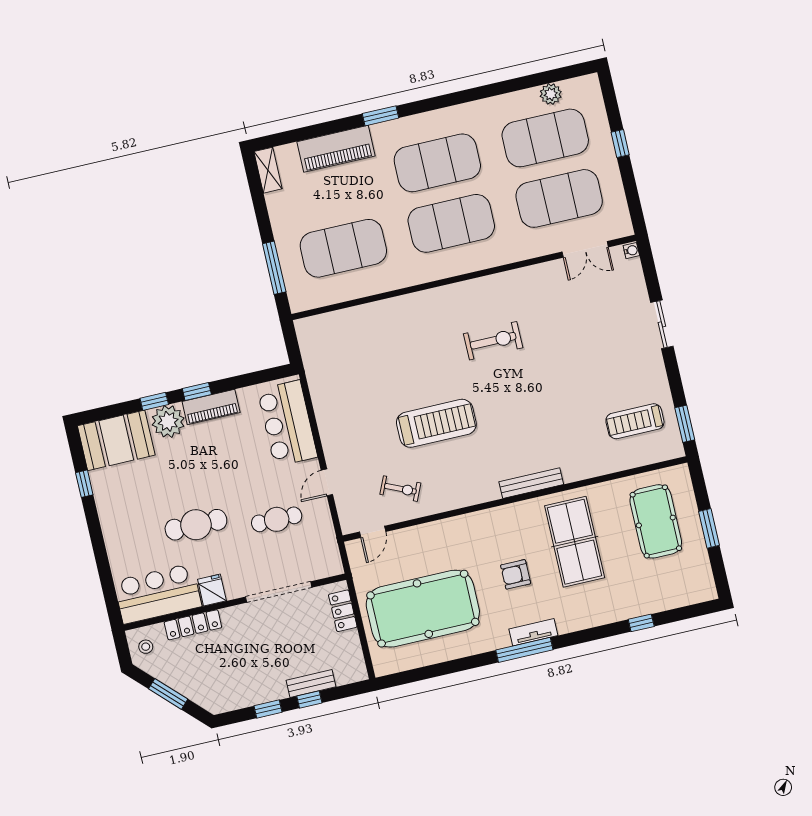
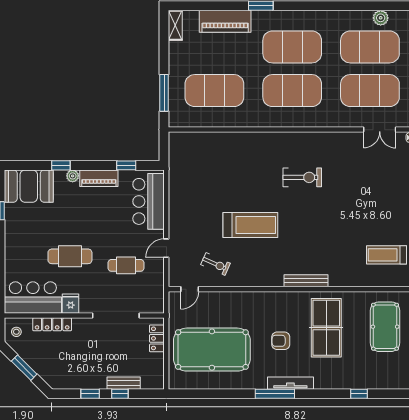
window: (197, 392) -> (126, 165), moved
plant: (168, 421) -> (73, 176), width x0.53, depth x0.53
tv unit: (533, 632) -> (290, 383), width x1.41

